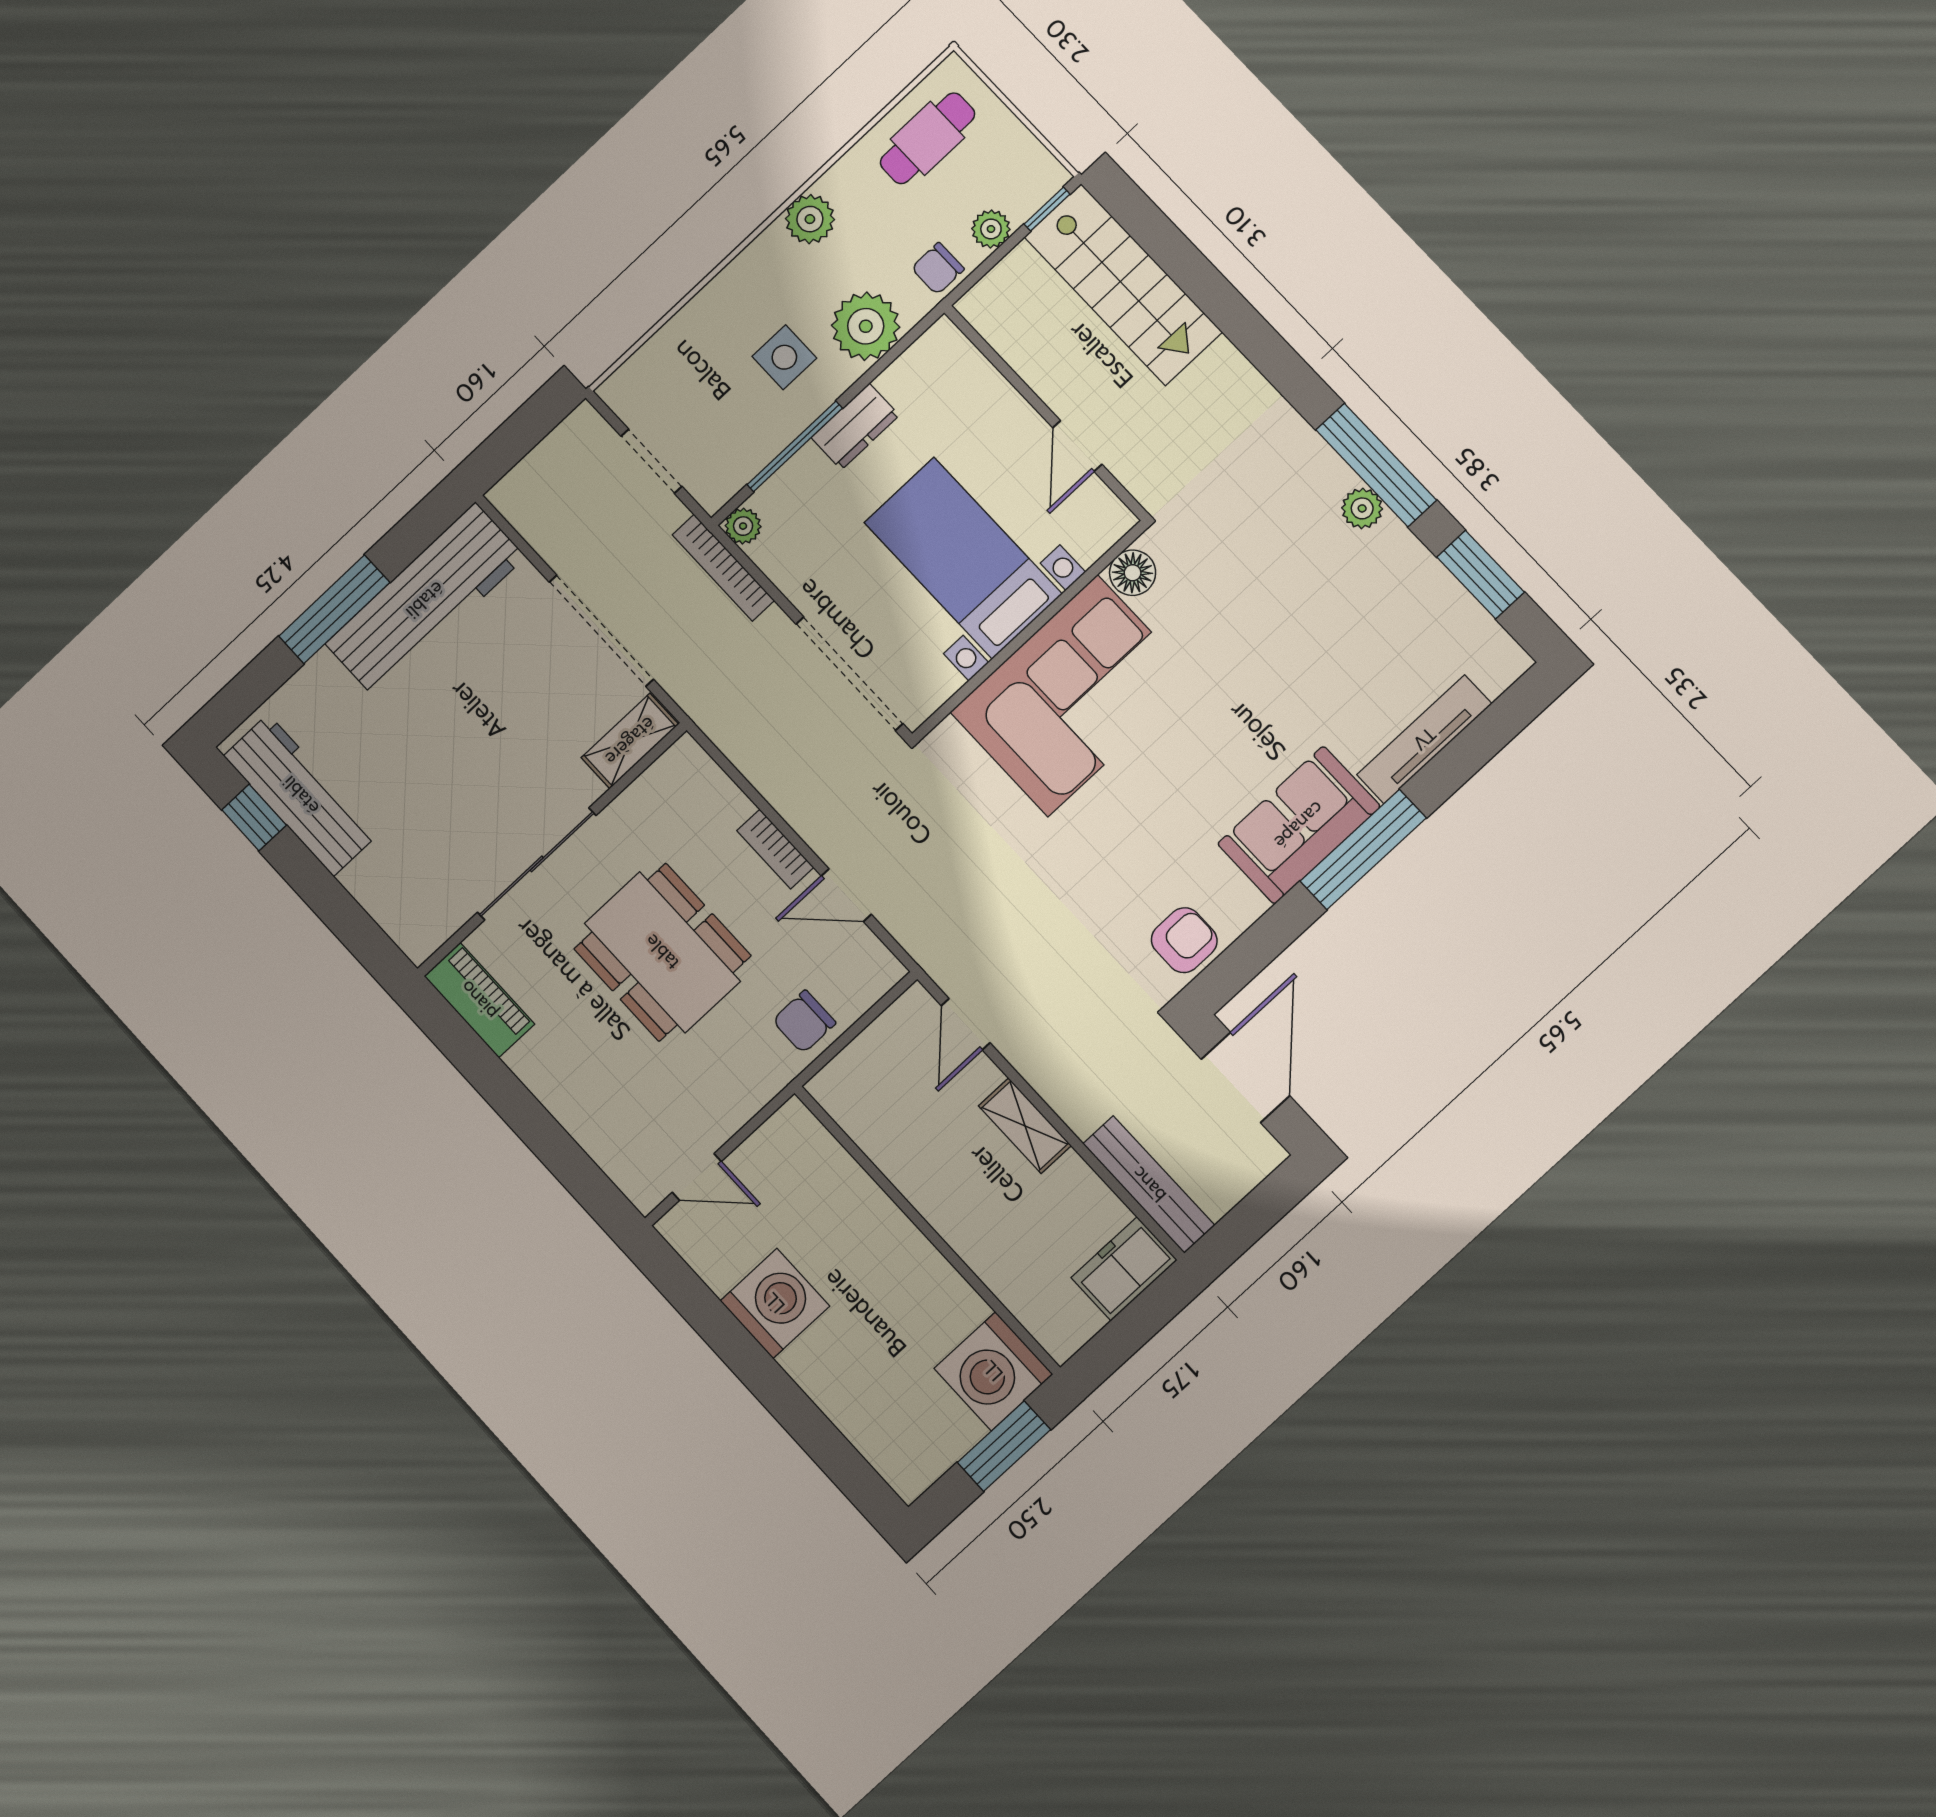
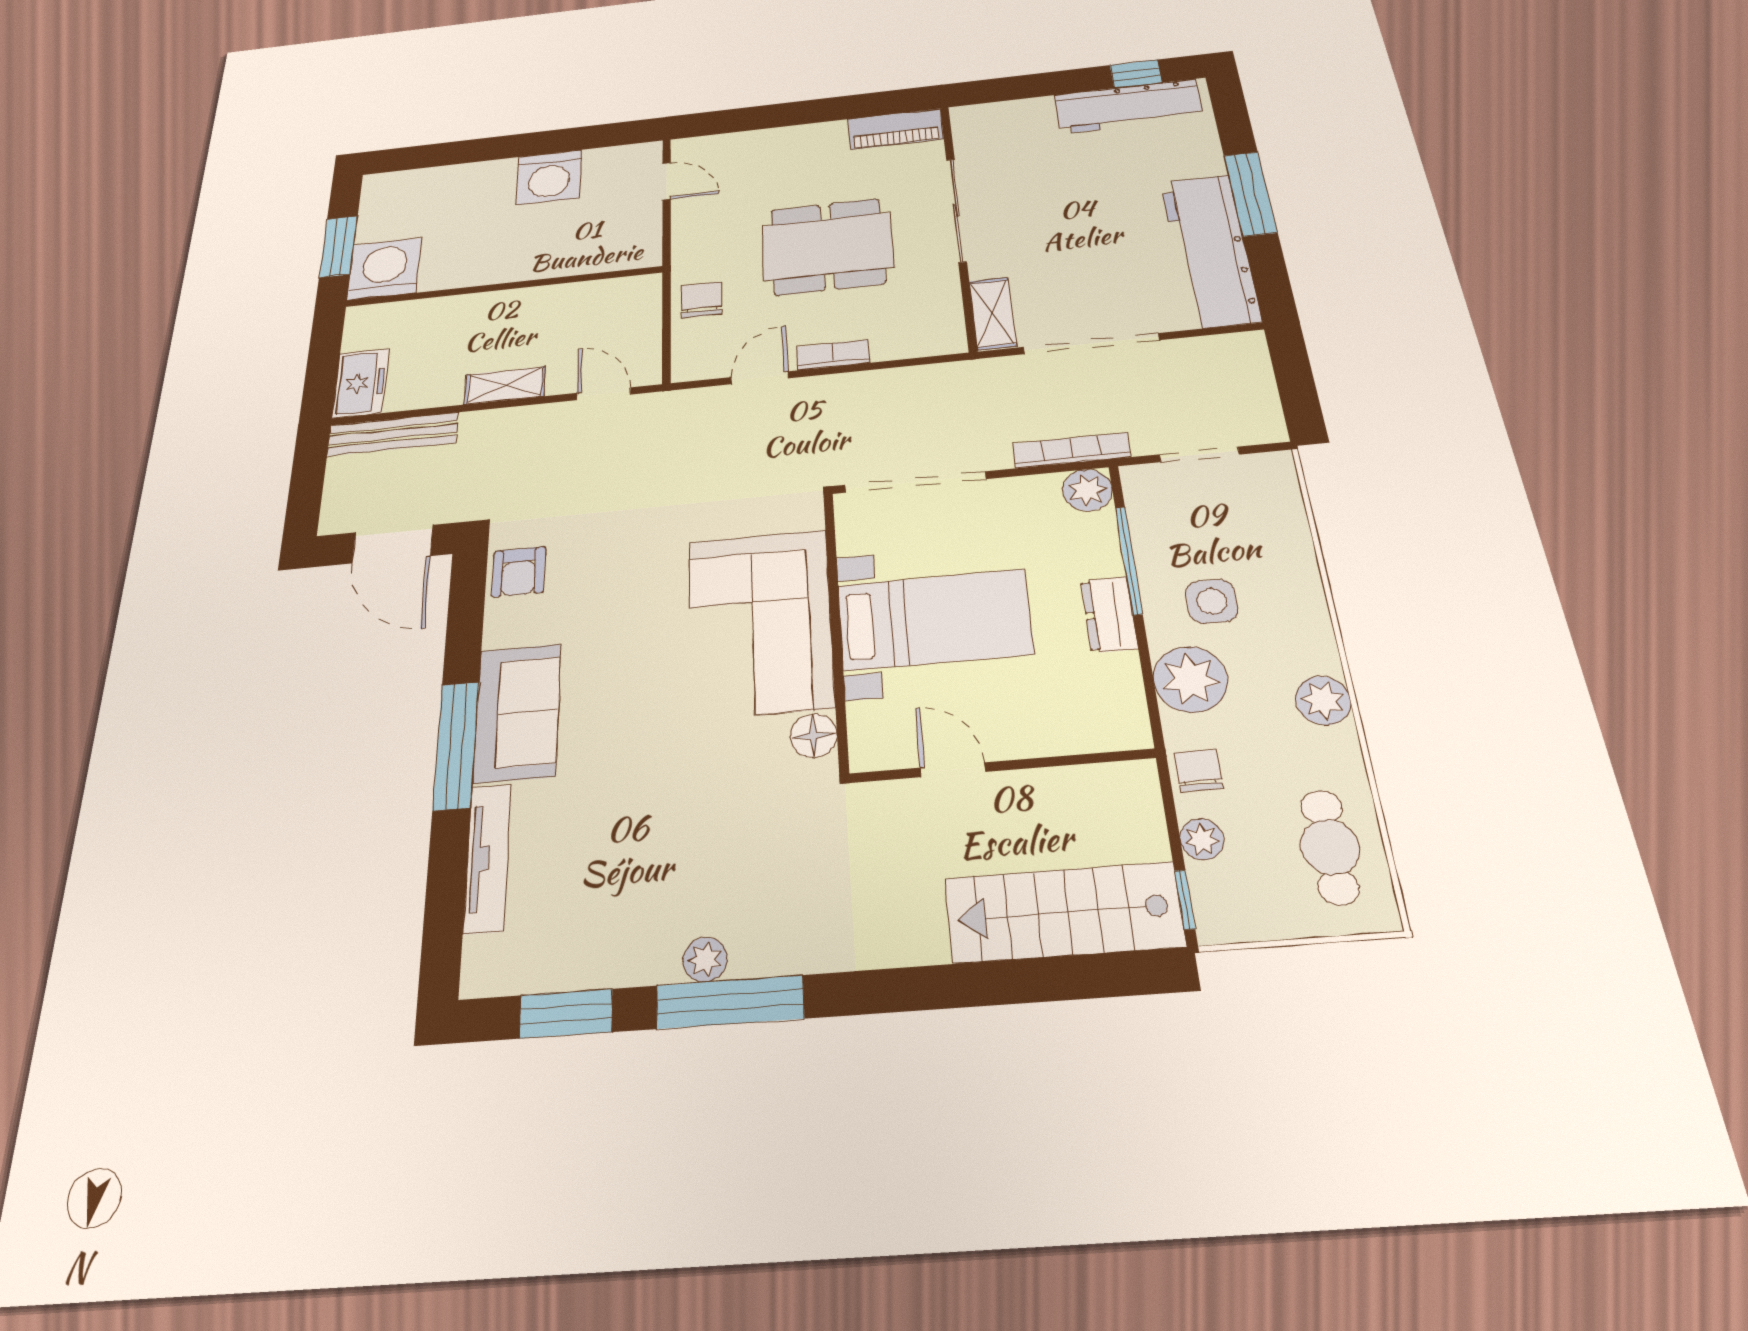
plant: (743, 526) -> (1088, 490), width x1.38, depth x1.38
door: (697, 1177) -> (667, 181), swing flipped

